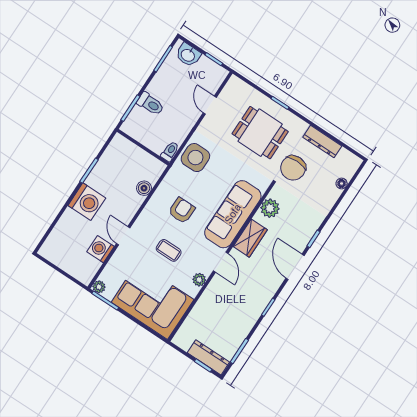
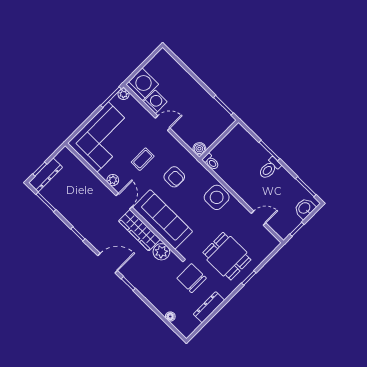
dining table: (260, 133) -> (227, 256), turned 90
wall: (143, 147) -> (219, 140), moved
toilet: (170, 151) -> (211, 162), moved
washing machine: (87, 202) -> (142, 84), moved, turned 180
wardrobe: (250, 238) -> (139, 230), width x1.50
door: (221, 262) -> (124, 201), swing flipped

